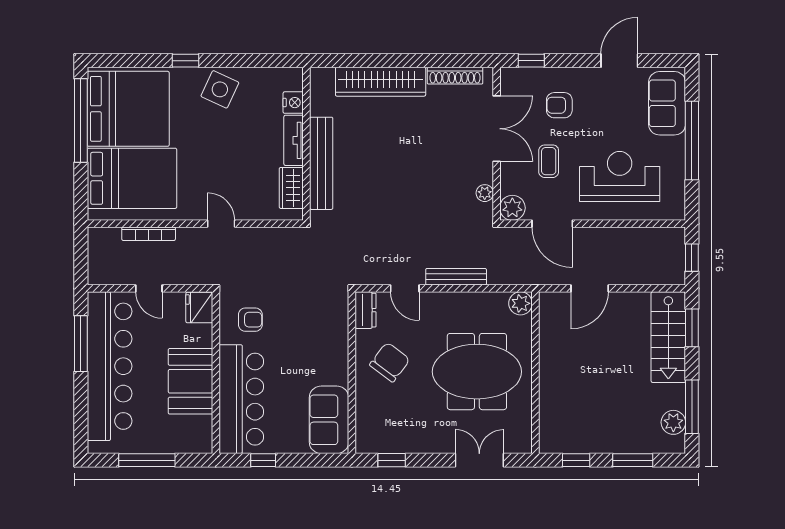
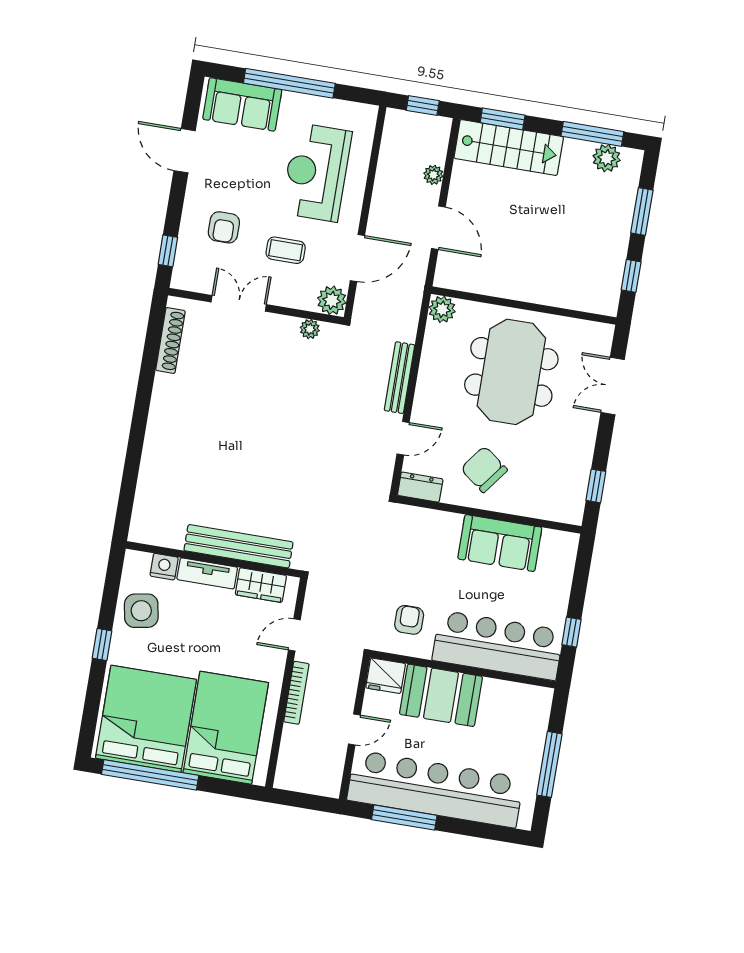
wardrobe: (381, 82) -> (163, 426), removed
side table: (220, 89) -> (141, 611), turned -35
nightstand: (293, 103) -> (164, 567), moved
double door: (497, 129) -> (239, 303), width x0.73
tv unit: (294, 140) -> (207, 573), moved
wall: (306, 144) -> (214, 559), moved
bench: (321, 163) -> (239, 546), moved
wardrobe: (291, 188) -> (261, 585), moved
bookcase: (149, 234) -> (296, 693), moved
plant: (634, 277) -> (433, 175), added
booth: (190, 381) -> (441, 695), moved
sofa: (329, 420) -> (500, 543), moved

